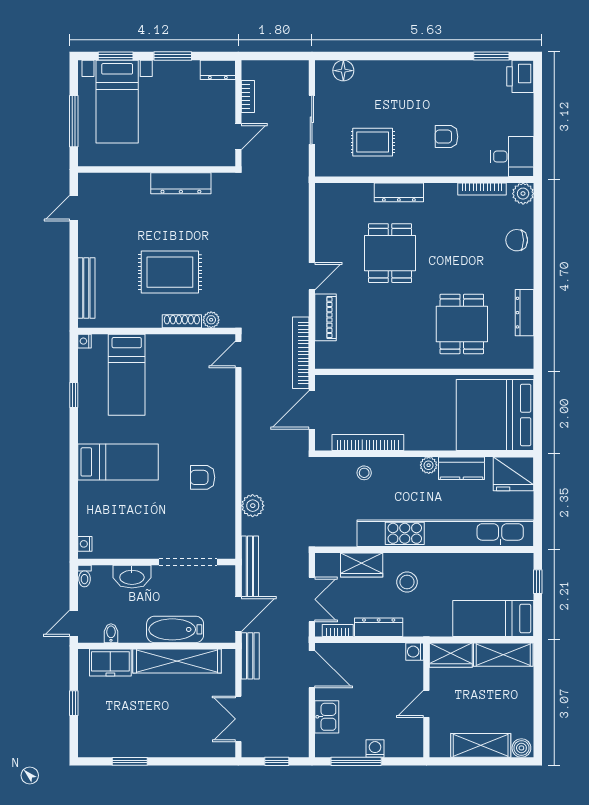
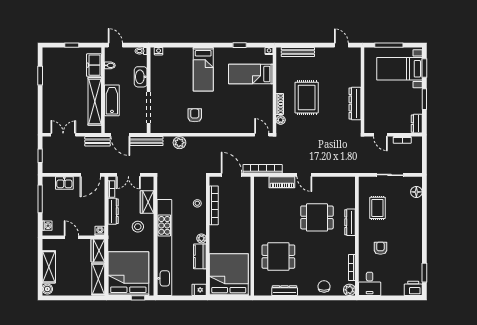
fridge: (514, 474) -> (199, 290), width x0.53, depth x0.75
bed: (493, 618) -> (128, 274), width x2.04
washing machine: (375, 748) -> (47, 226), moved

